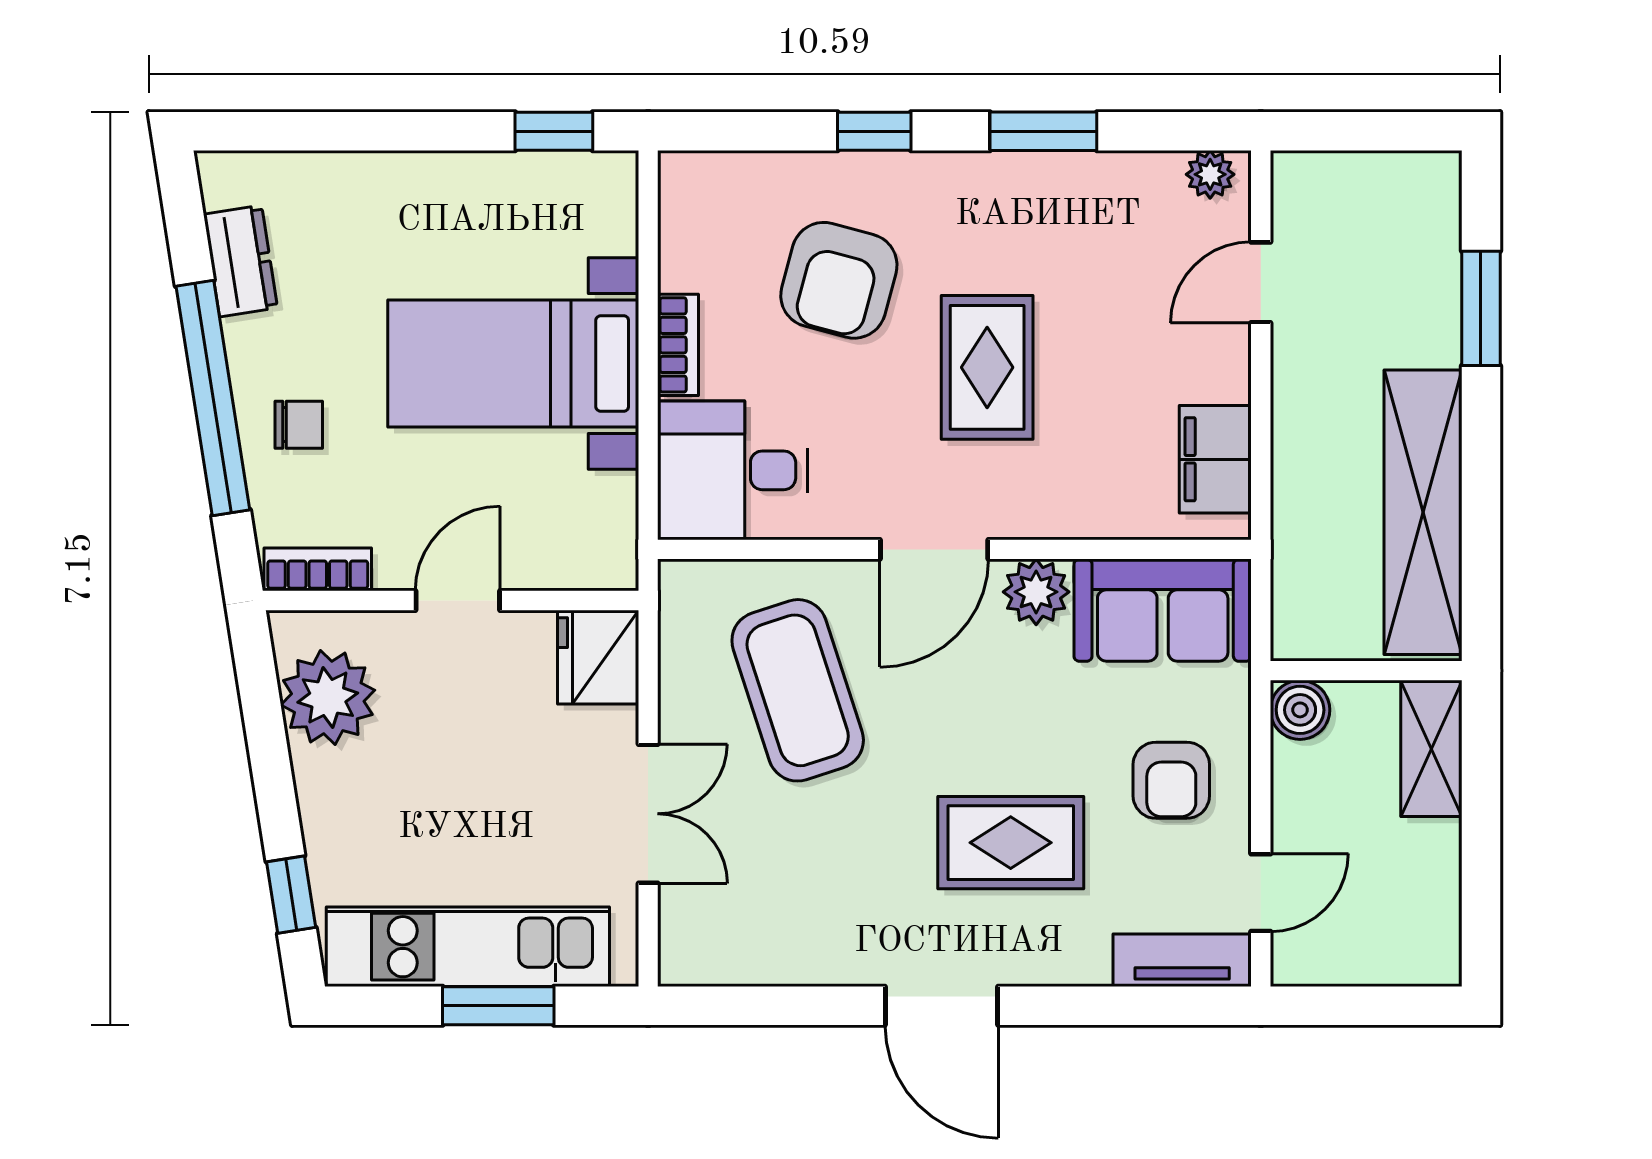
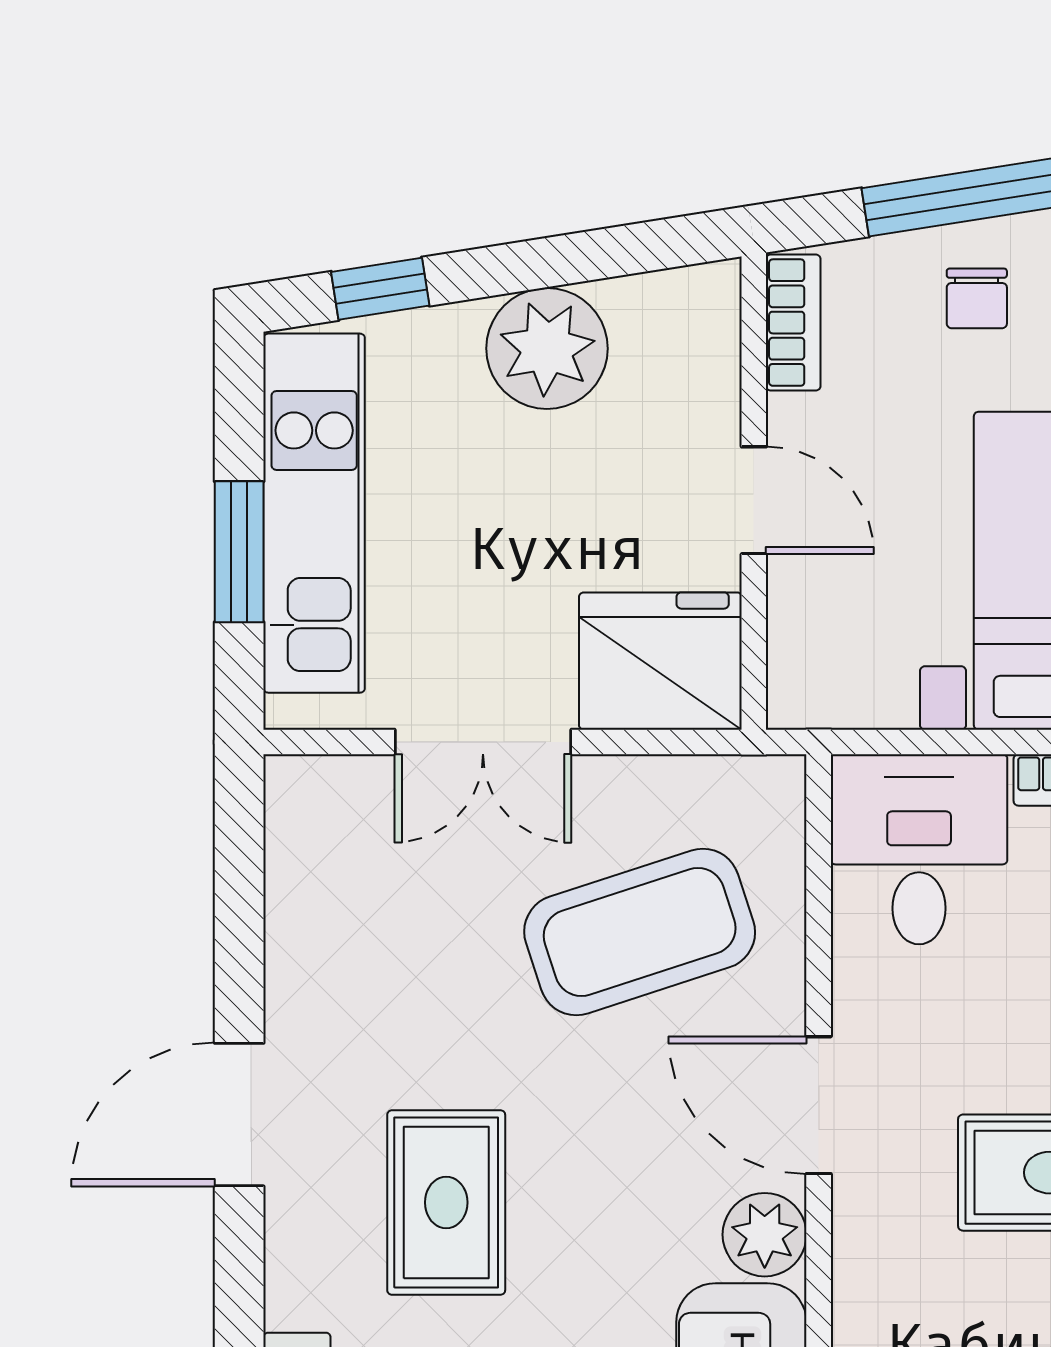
fridge: (598, 657) -> (660, 661), width x1.36, depth x1.34
plant: (328, 698) -> (547, 348), moved

